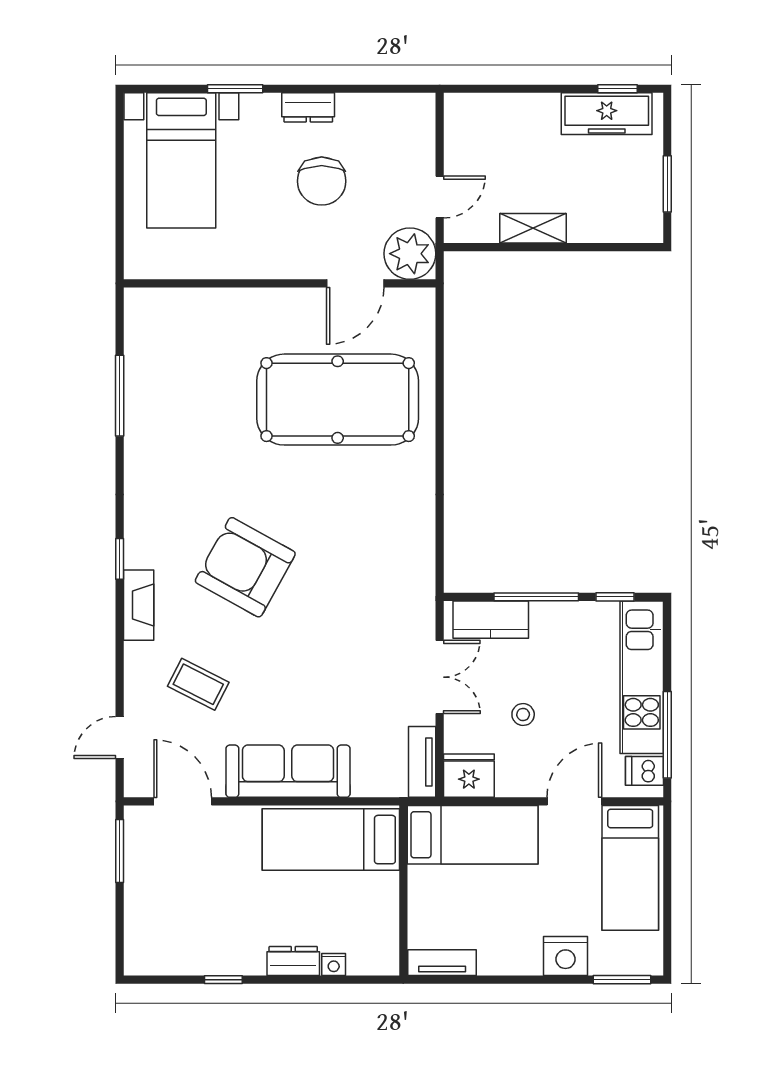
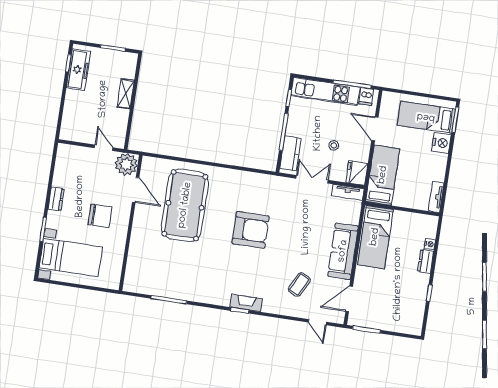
chair: (322, 181) -> (100, 216), moved
shelving: (533, 228) -> (126, 94), moved
armchair: (245, 567) -> (251, 230), moved, turned -119
fireplace: (139, 605) -> (246, 303), moved
bed: (630, 868) -> (426, 117), moved, turned 180

